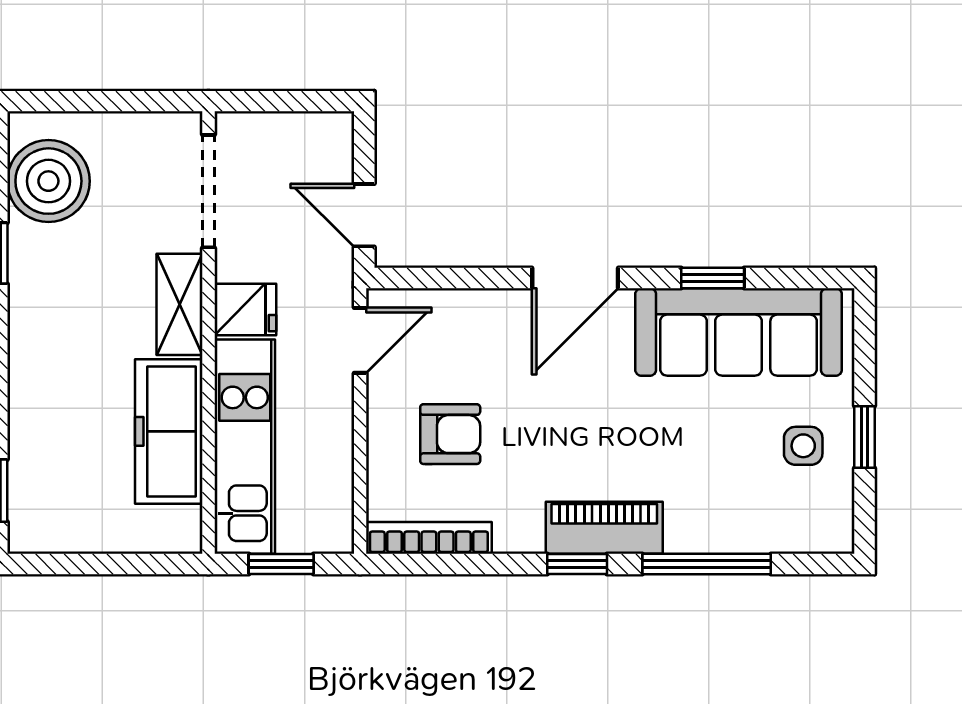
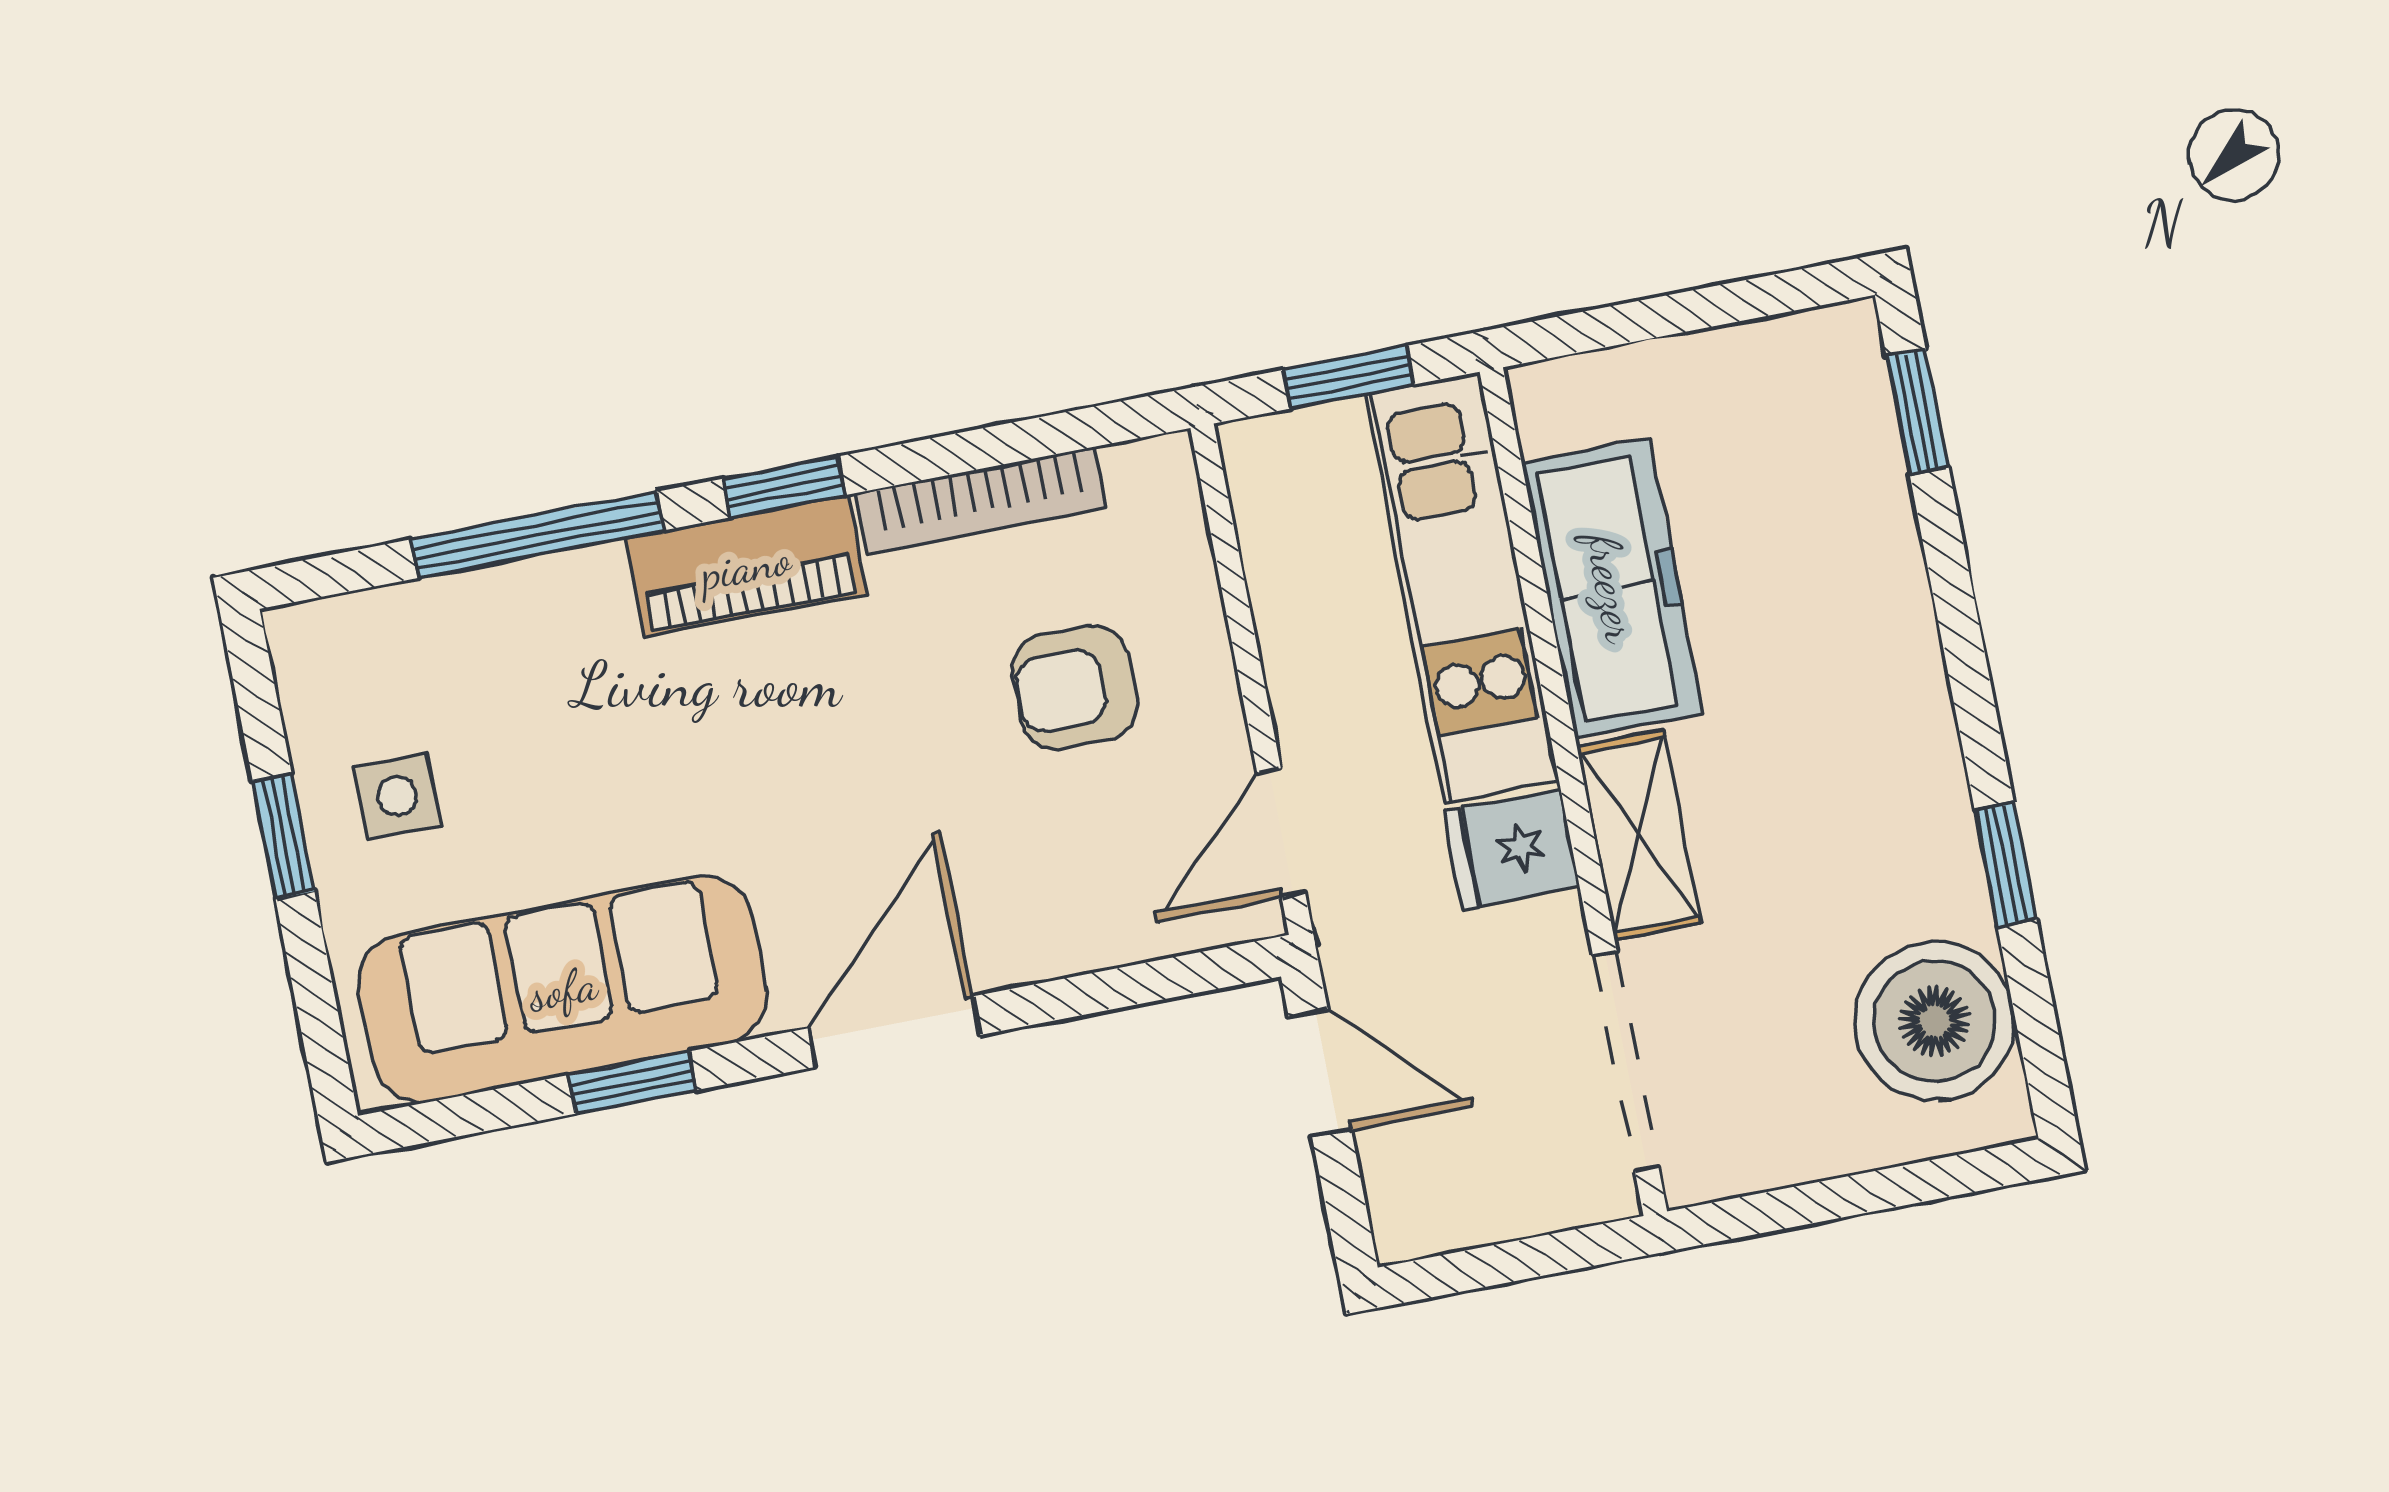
bookcase: (429, 538) -> (981, 500), moved

